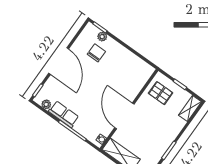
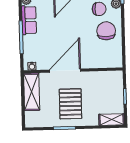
chair: (118, 60) -> (106, 31), added
pallet: (161, 93) -> (70, 104), moved, width x1.50, depth x1.42

